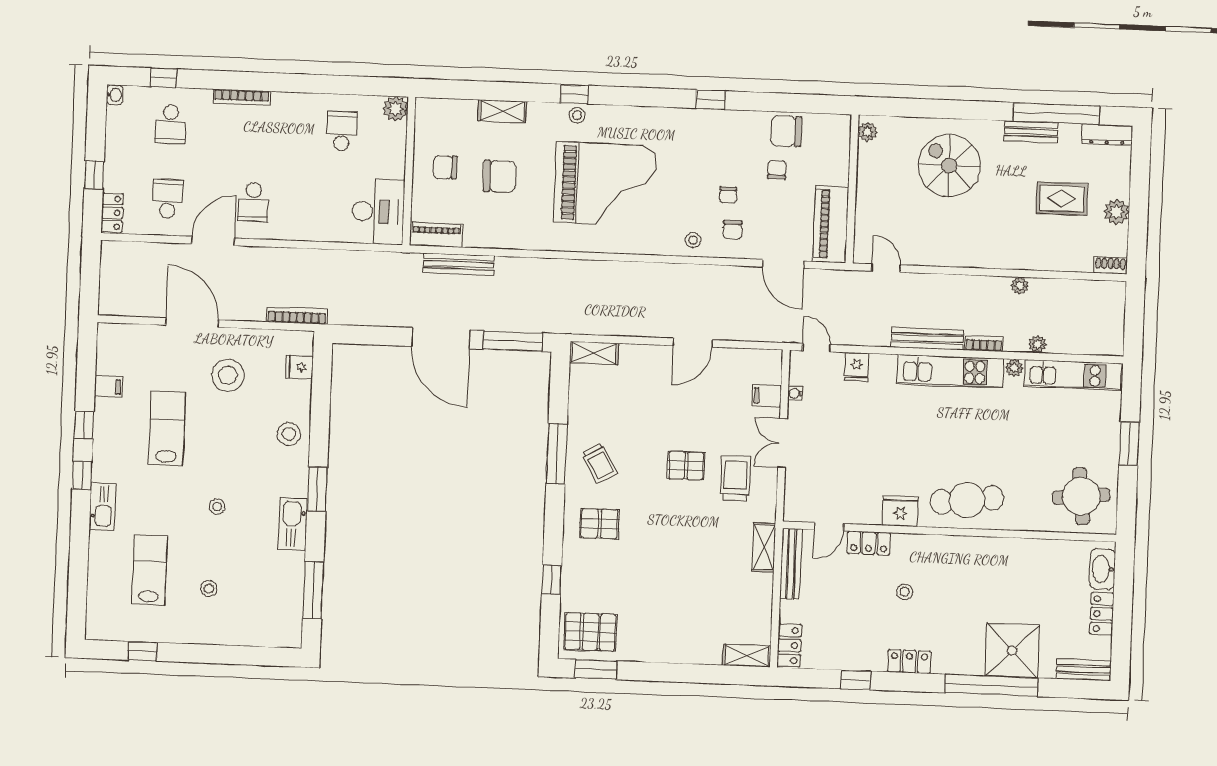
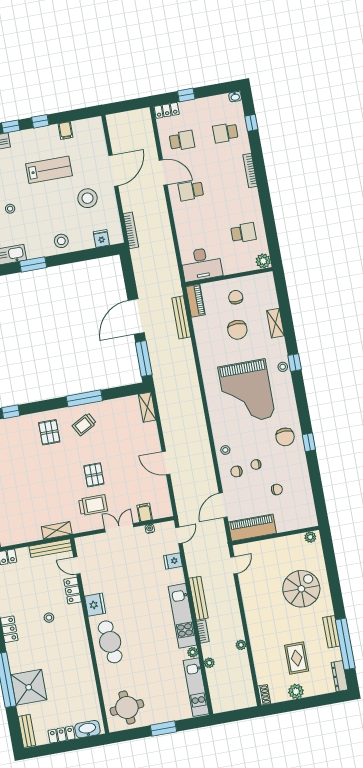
chair: (786, 131) -> (285, 437), moved, turned 180

